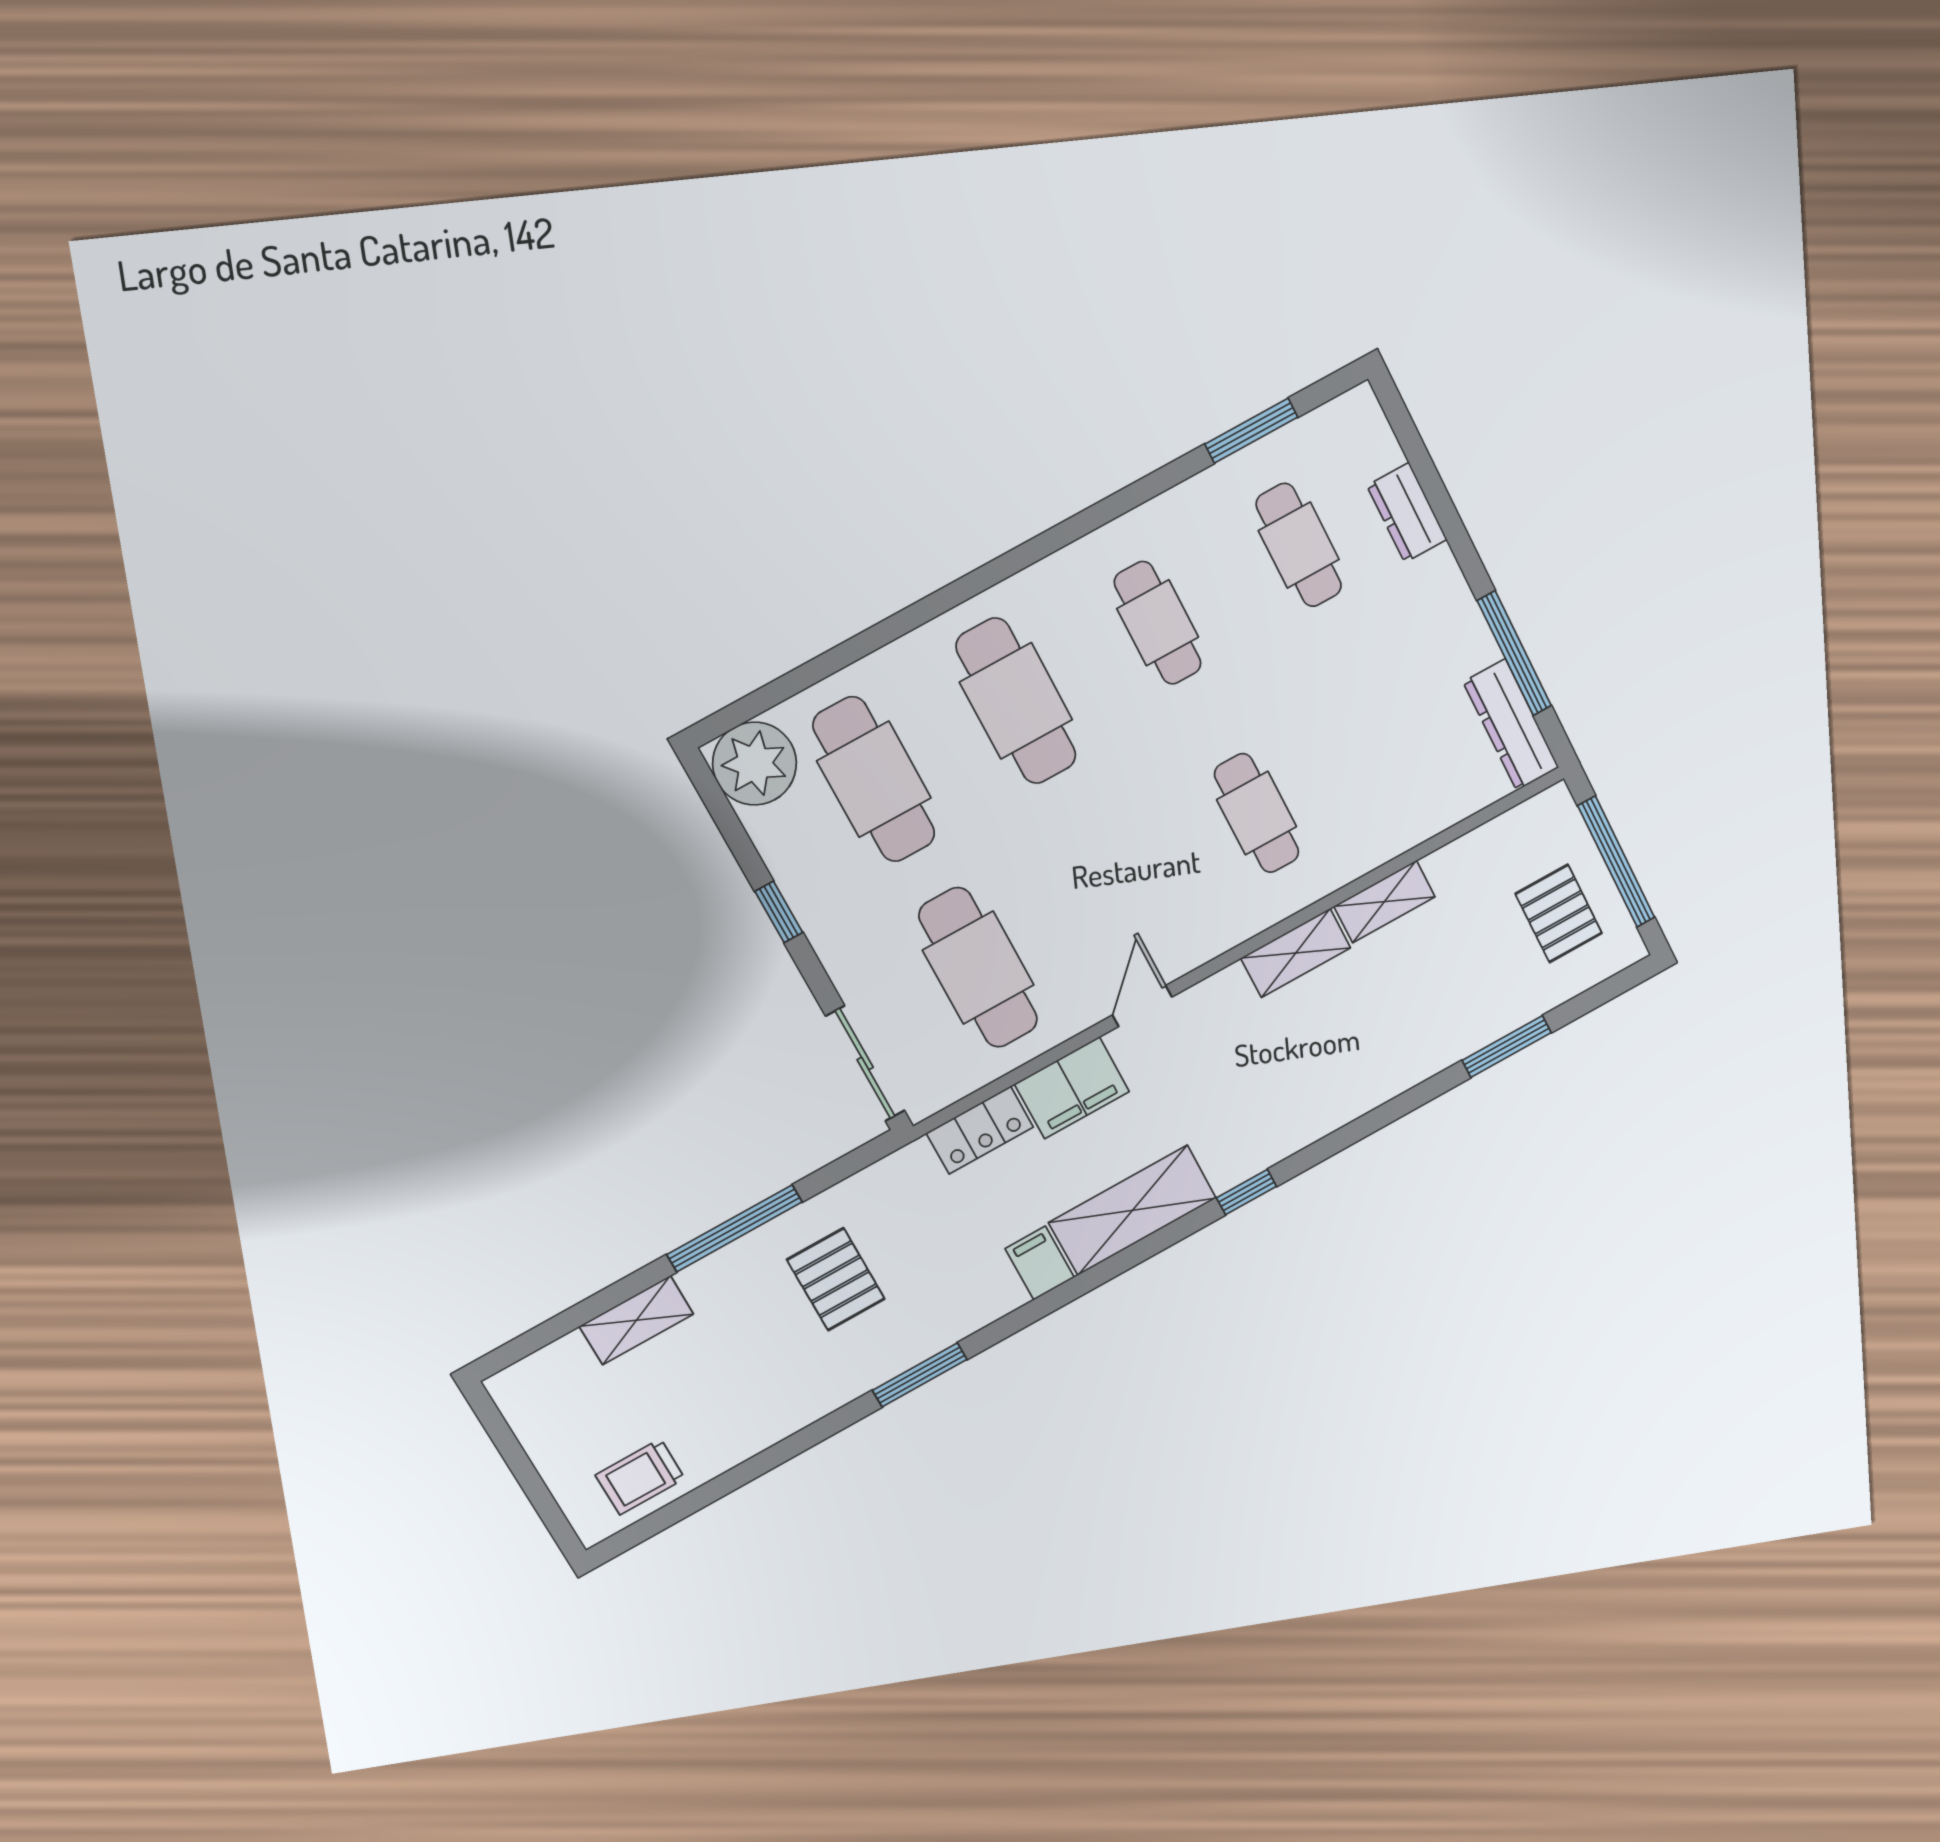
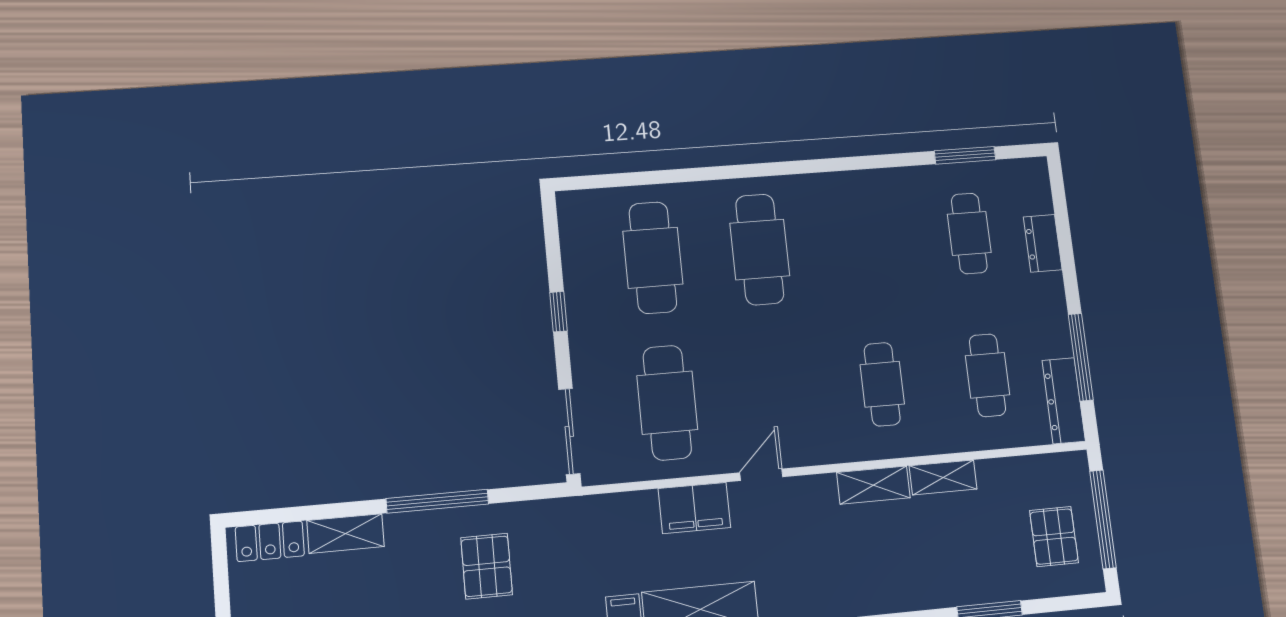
cafe table: (1158, 623) -> (987, 375), moved
plant: (755, 764) -> (585, 216), removed
locker: (980, 1130) -> (270, 541), moved

